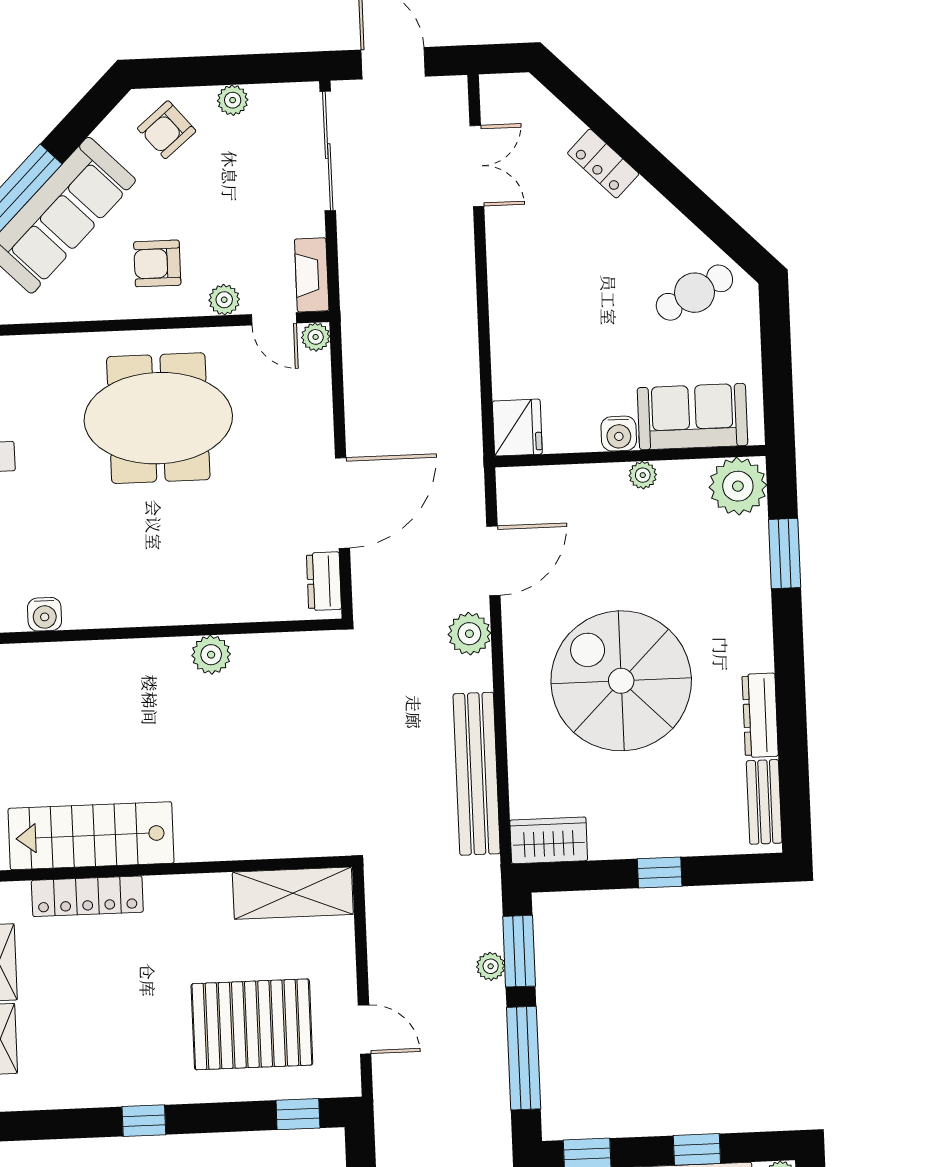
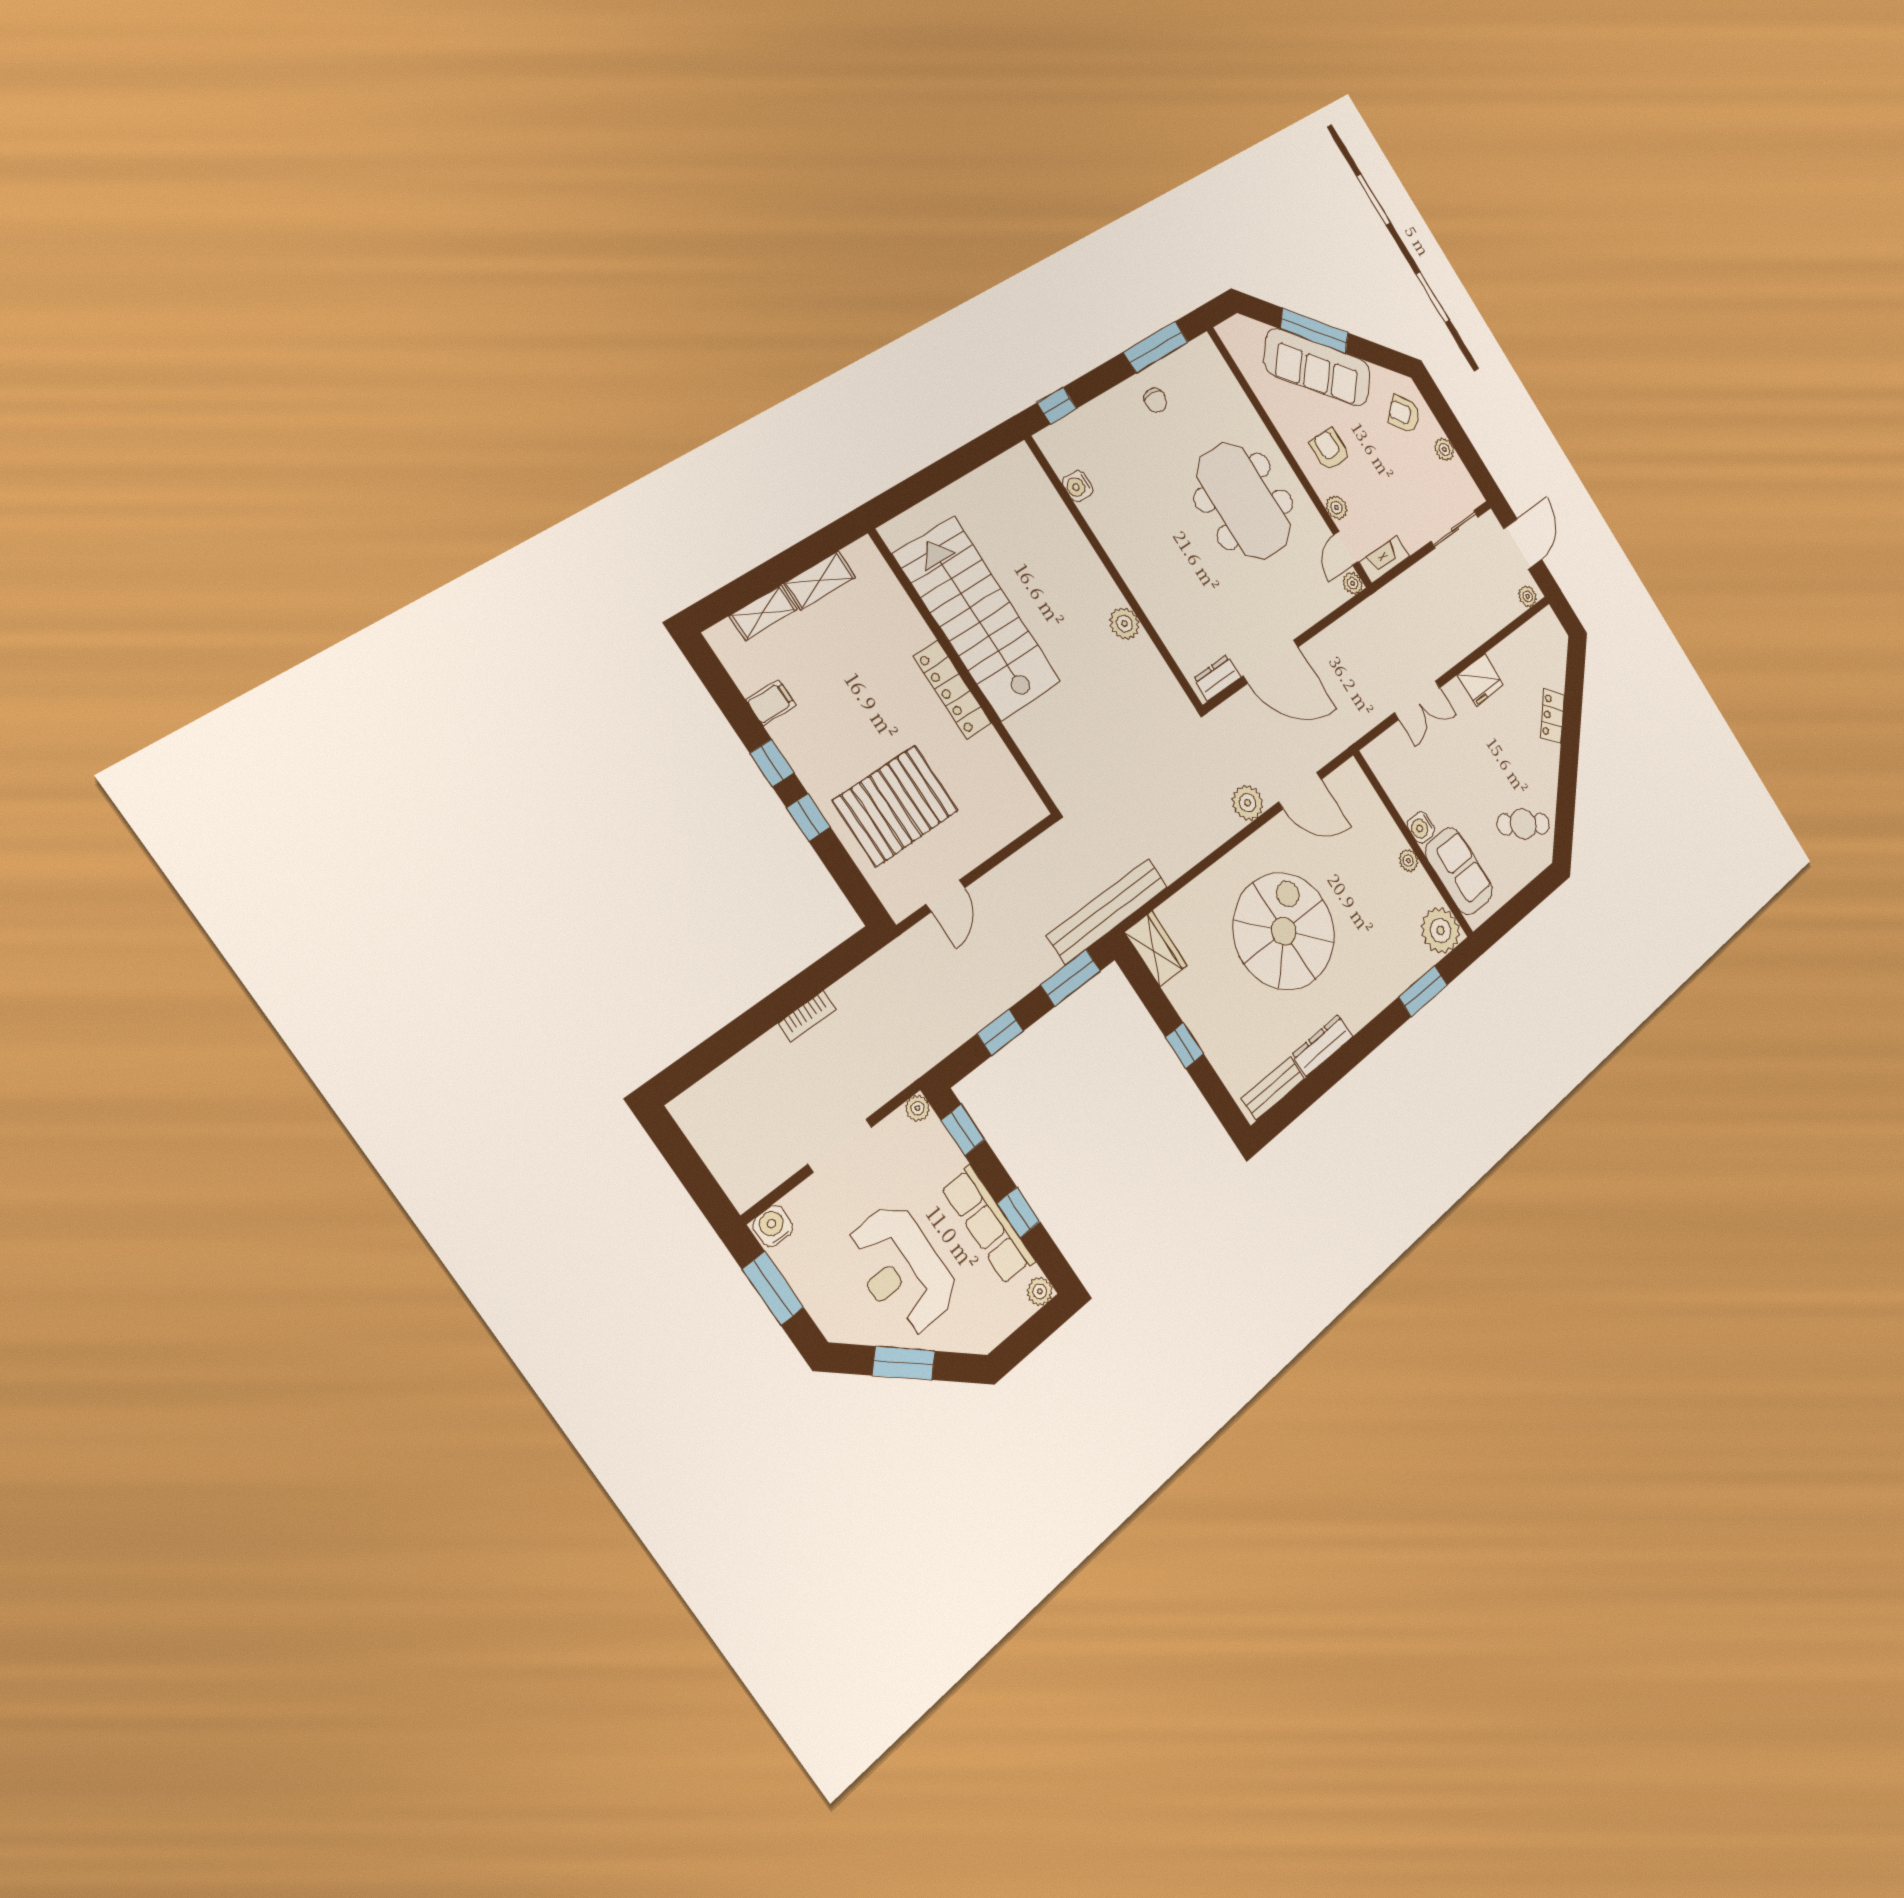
sliding door: (328, 151) -> (1455, 529), width x0.73
double door: (477, 166) -> (1417, 700), moved
cafe table: (694, 293) -> (1523, 824), turned -32
fridge: (517, 428) -> (1480, 680), moved
bench: (477, 774) -> (1108, 911), moved
stairs: (91, 836) -> (978, 618), width x1.36, depth x1.51
shelving: (293, 893) -> (1006, 780), removed
locker: (87, 896) -> (952, 690), moved
plant: (491, 966) -> (1528, 596), moved
pallet: (252, 1024) -> (896, 806), turned 90
window: (524, 1058) -> (1000, 1032), width x0.46
filing cabinet: (88, 1086) -> (771, 702), added
window: (298, 1114) -> (808, 817), moved

